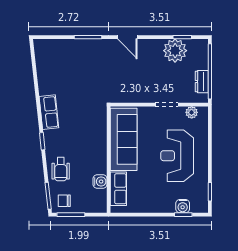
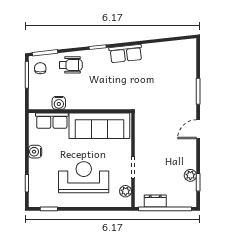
plant: (175, 51) -> (190, 175), width x0.53, depth x0.53
wheelchair: (61, 169) -> (71, 65), turned 180
water cooler: (183, 206) -> (35, 152), moved

